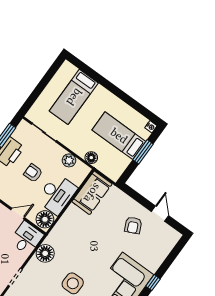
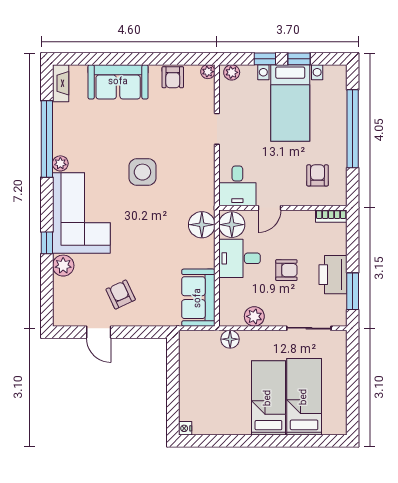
bed: (119, 136) -> (268, 398), moved, turned -90
window: (143, 152) -> (173, 391), removed
desk: (57, 194) -> (240, 258), width x0.73
floor lamp: (45, 253) -> (202, 225), moved
plant: (153, 264) -> (63, 266), added

